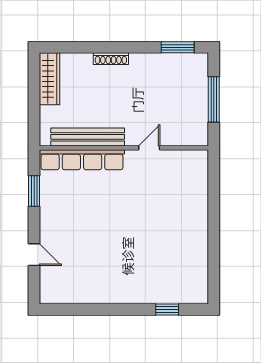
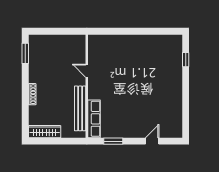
window: (214, 99) -> (57, 31), removed
row of seats: (82, 160) -> (94, 119), width x0.73

